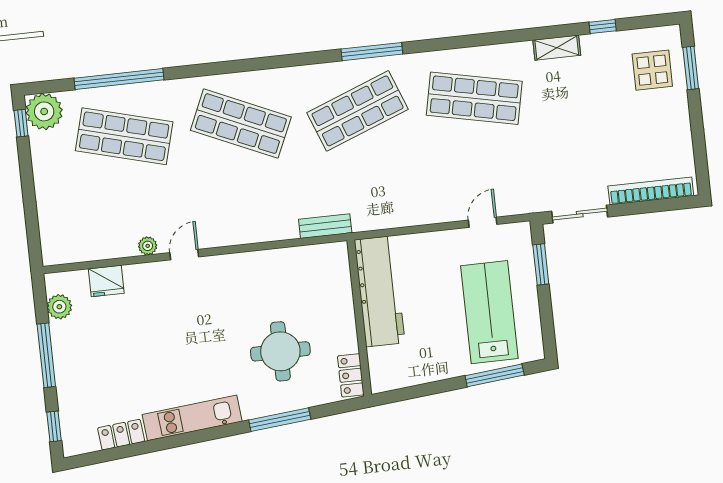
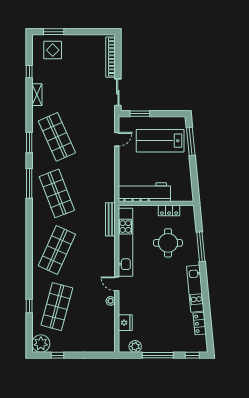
window: (456, 42) -> (29, 142), added
window: (119, 79) -> (29, 306), width x0.32
shop shelf: (474, 98) -> (57, 137), turned -36
window: (21, 123) -> (57, 355), moved
door: (483, 222) -> (117, 139), swing flipped
bench: (325, 226) -> (110, 219), width x1.36
kitchen unit: (272, 263) -> (125, 242), added
locker: (351, 375) -> (169, 210), moved

